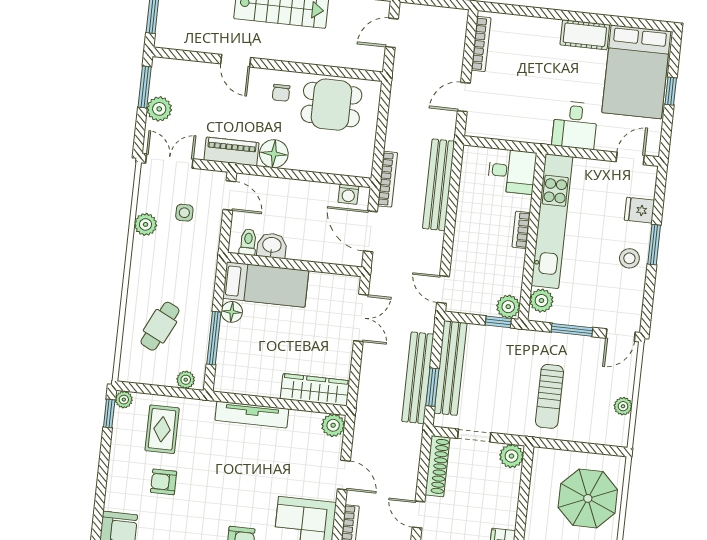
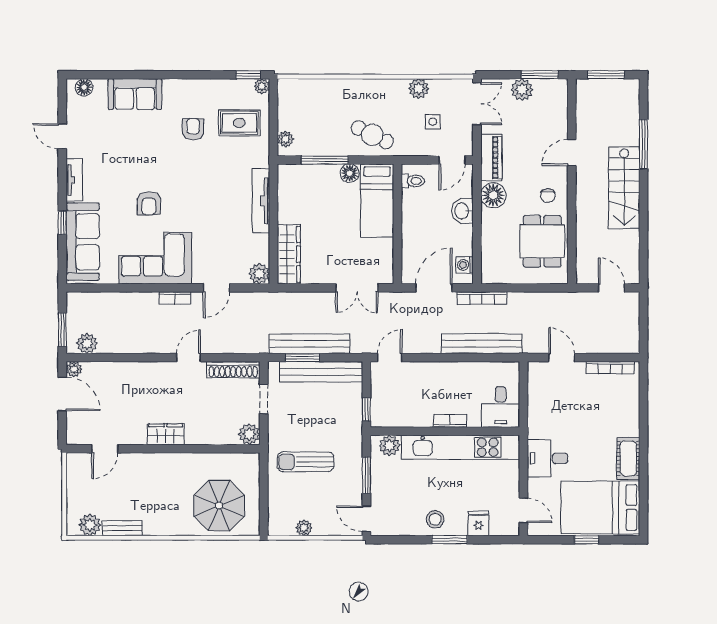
chair: (281, 93) -> (548, 196), turned -90
washbasin: (272, 246) -> (462, 211), moved, turned 180
plant: (508, 307) -> (381, 417), removed
cafe table: (160, 326) -> (372, 135), moved

